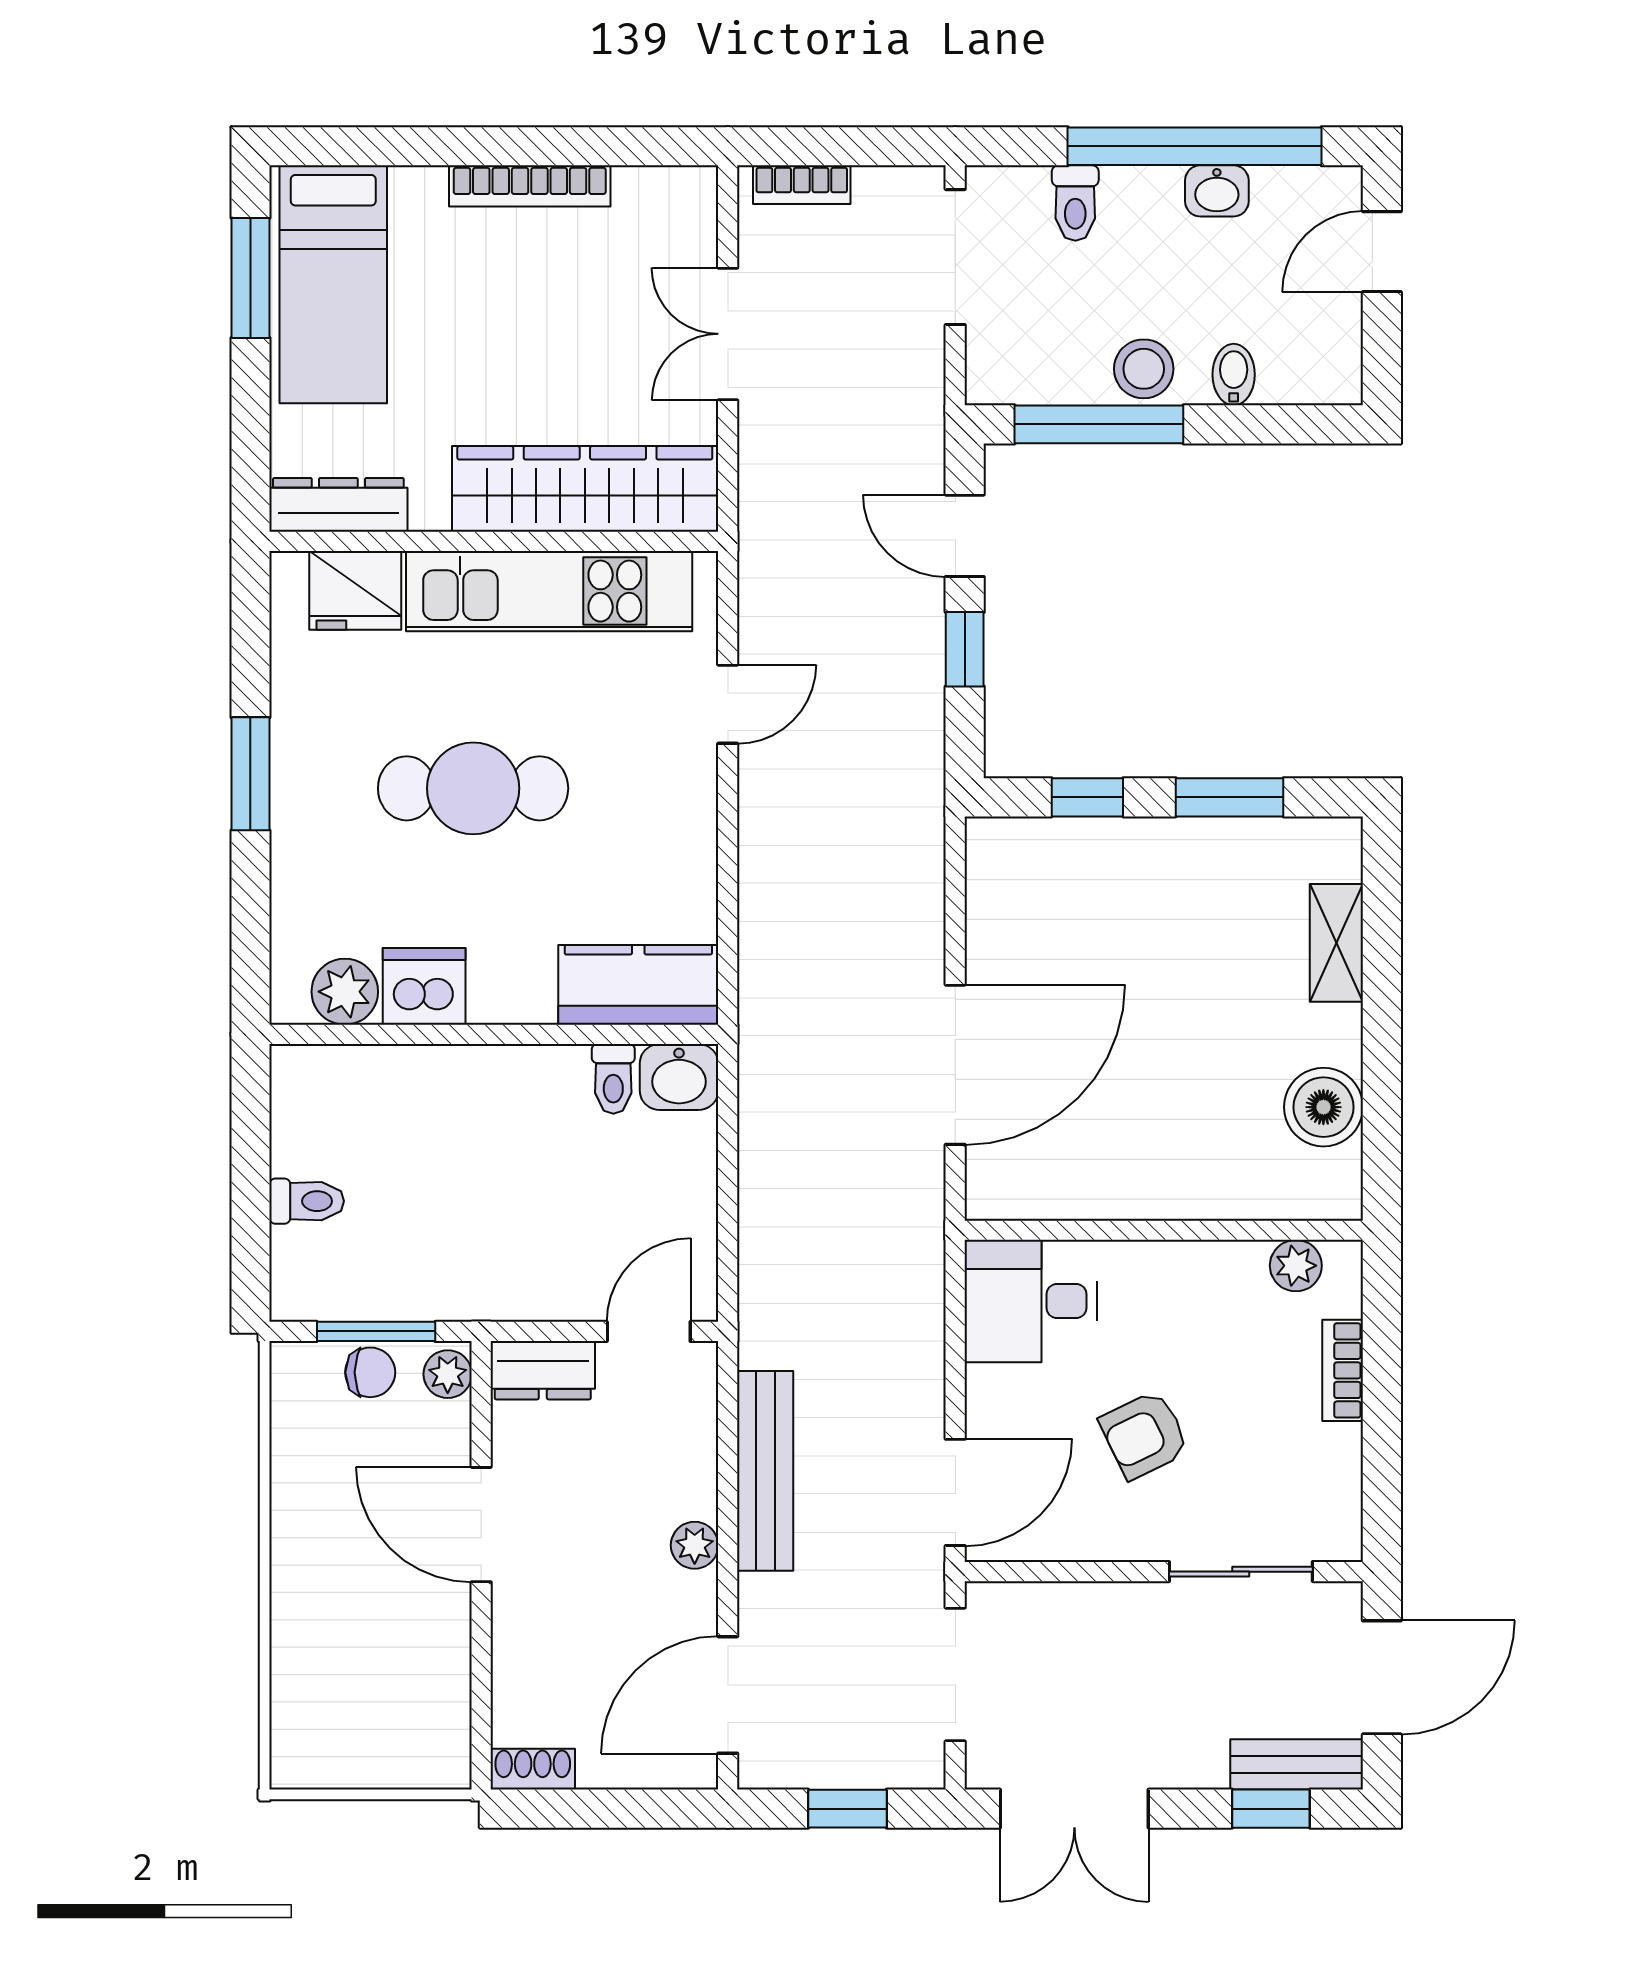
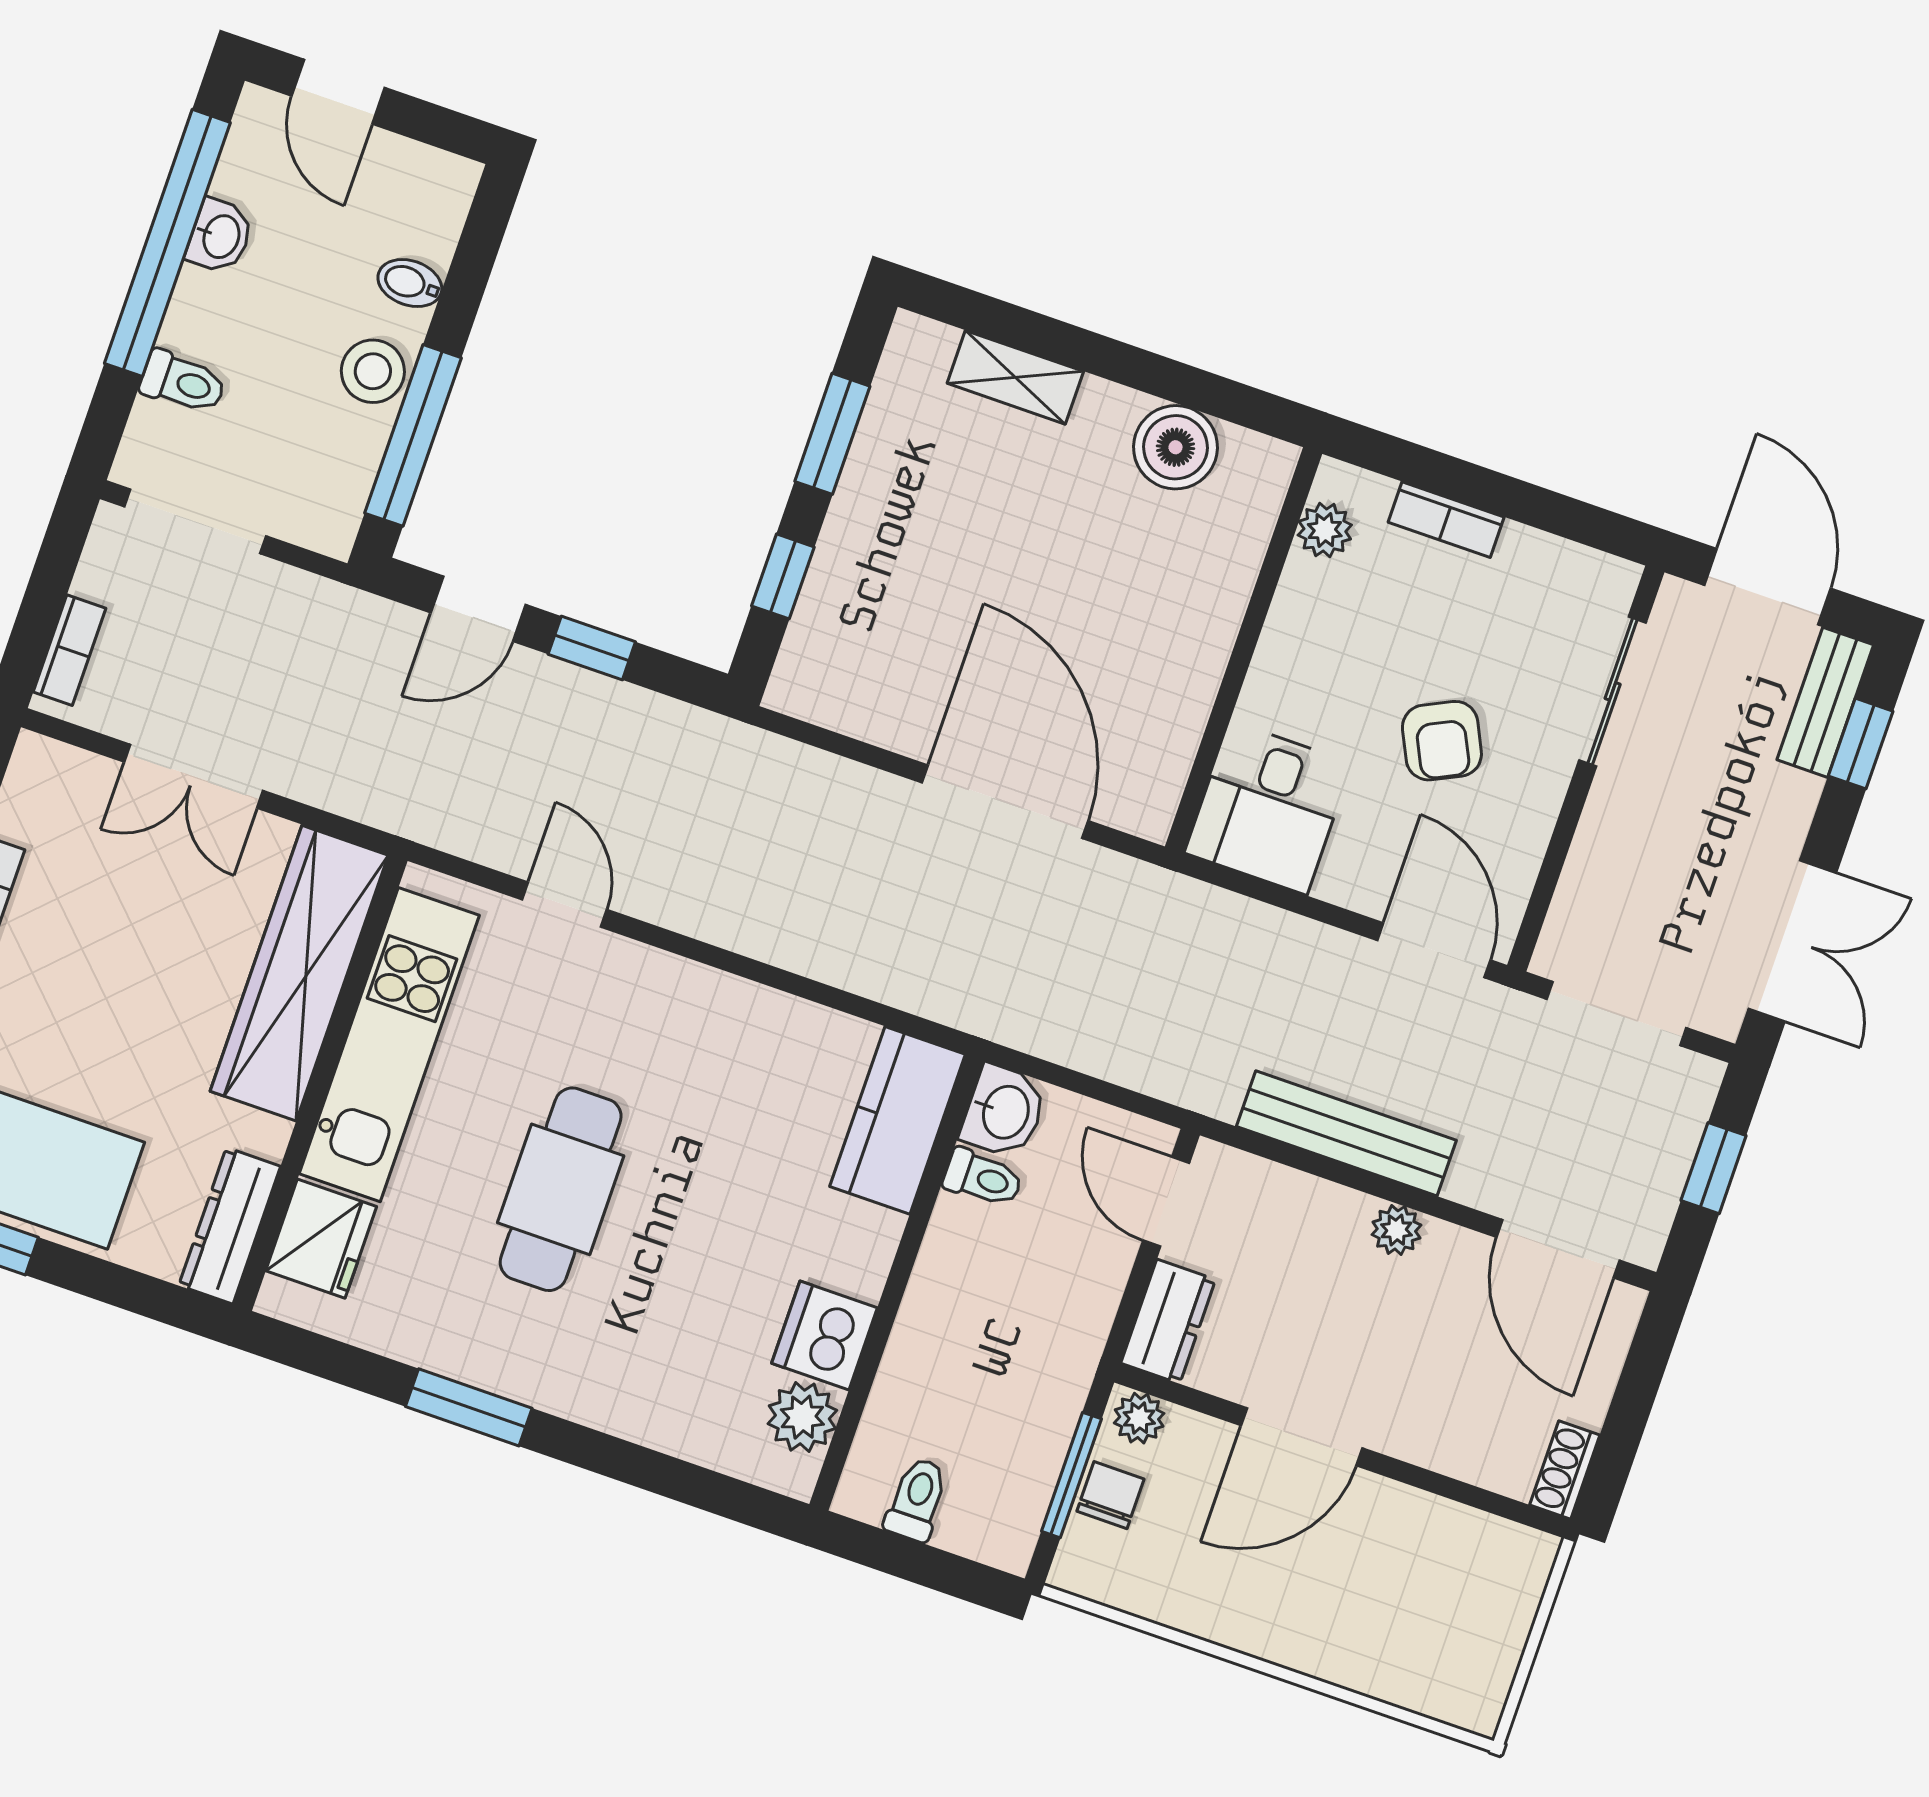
kitchen counter: (638, 985) -> (897, 1120), moved
dishwasher: (424, 986) -> (825, 1336), moved
plant: (345, 992) -> (802, 1417), moved
wall: (494, 1034) -> (897, 1282), moved
washbasin: (679, 1077) -> (1004, 1112), moved
toilet: (613, 1079) -> (983, 1178), moved

